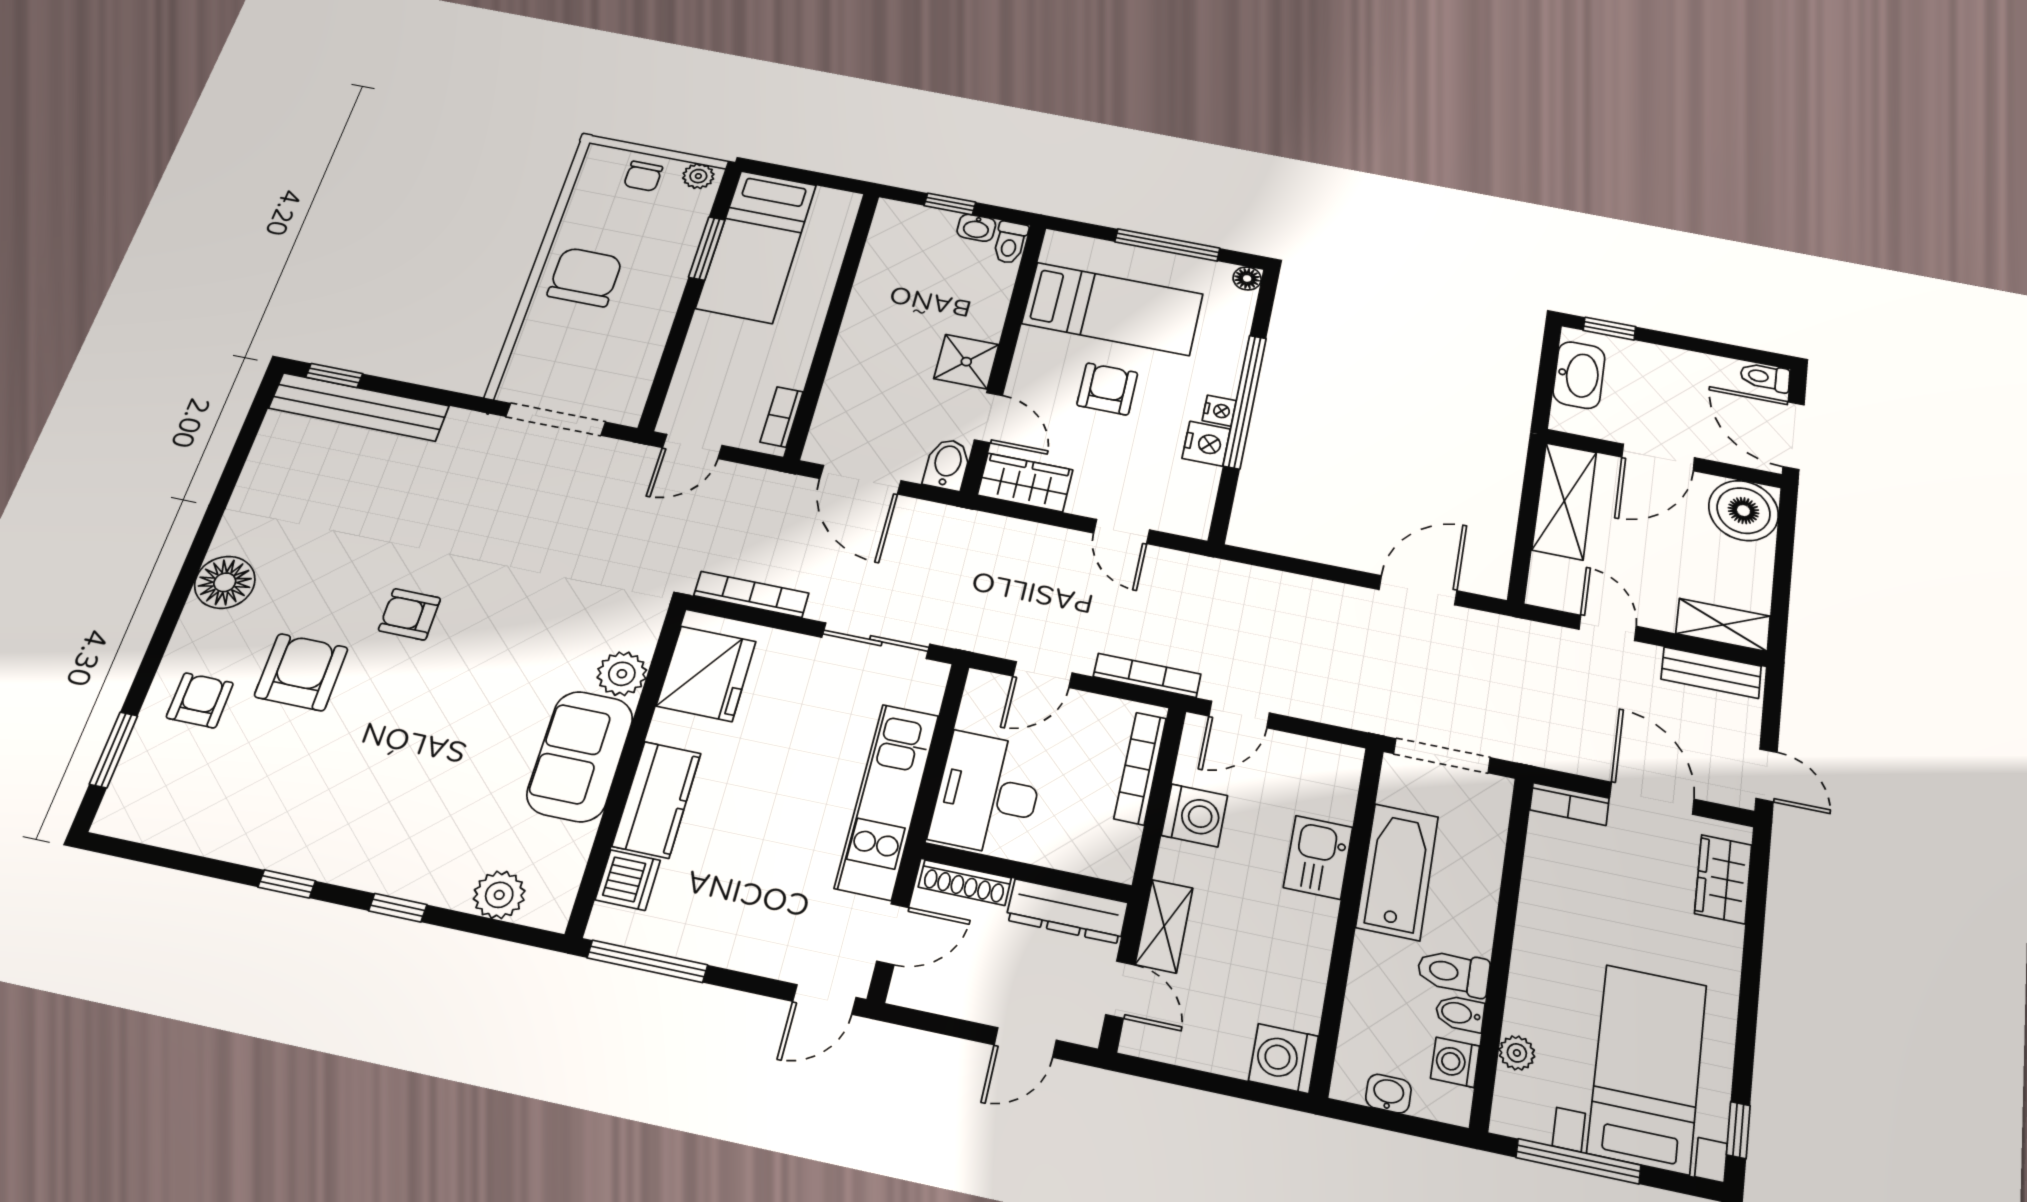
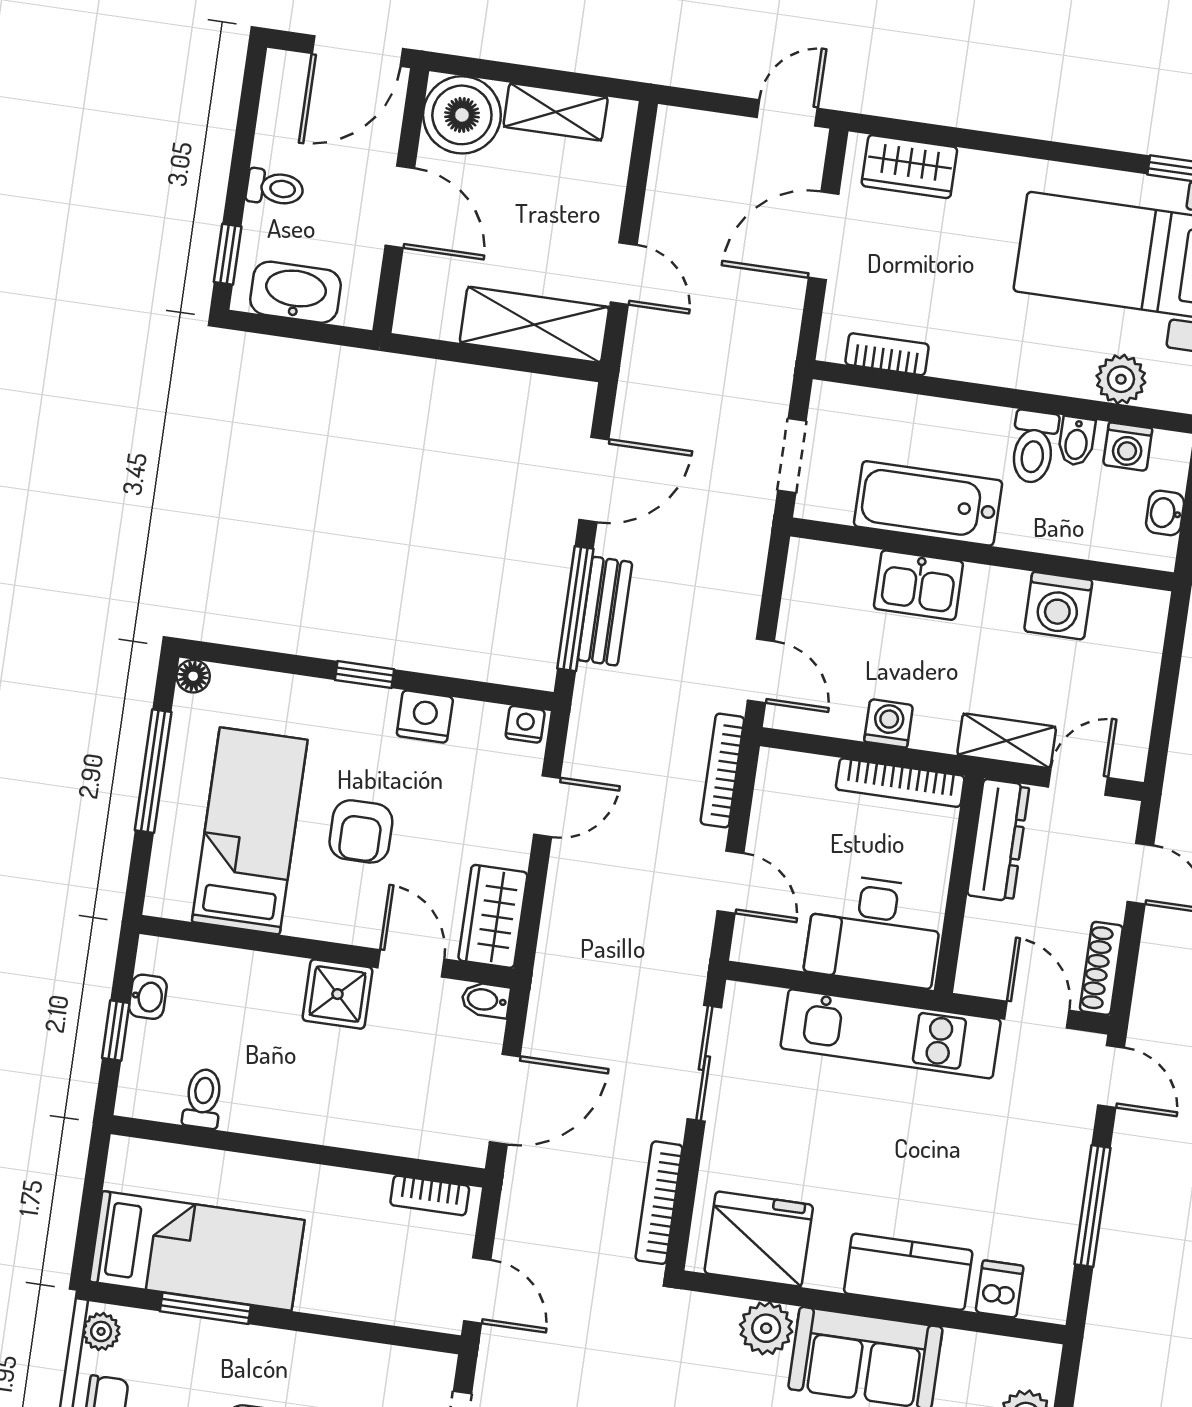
toilet: (1010, 242) -> (203, 1099), moved, turned -90
toilet: (1765, 377) -> (275, 188), moved, turned -90
armchair: (1107, 389) -> (361, 831), turned -90
window: (1245, 401) -> (365, 675), width x0.32
nightstand: (1219, 411) -> (525, 724), moved
door: (988, 418) -> (411, 963), hinge flipped
bidet: (947, 464) -> (486, 1000), width x0.72, depth x0.74
shelving: (1564, 501) -> (534, 325), moved
window: (1300, 567) -> (575, 609), added
door: (1418, 590) -> (594, 479), swing flipped
shelving: (1723, 625) -> (556, 112), moved, turned 90
door: (1608, 628) -> (624, 274), swing flipped
bench: (1711, 673) -> (605, 611), moved
doorway: (1442, 756) -> (792, 456), width x0.73
bookcase: (1140, 768) -> (900, 783), moved
bookcase: (1569, 804) -> (887, 354), moved, turned -90
washing machine: (1195, 815) -> (889, 723), width x0.73, depth x0.73
dishwasher: (628, 880) -> (1000, 1289), width x0.73
shoe rack: (965, 883) -> (1101, 968), moved, turned 180
window: (647, 961) -> (1092, 1206), moved
plant: (1517, 1053) -> (1121, 379), width x1.38, depth x1.38
washing machine: (1283, 1058) -> (1058, 606), moved

